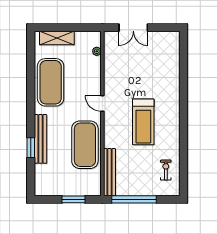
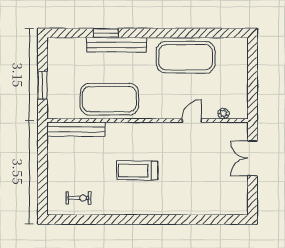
shelving: (57, 38) -> (240, 65), removed
door: (102, 103) -> (192, 120), moved
treadmill: (143, 122) -> (137, 171), width x0.73, depth x0.73
window: (134, 199) -> (43, 159), removed

